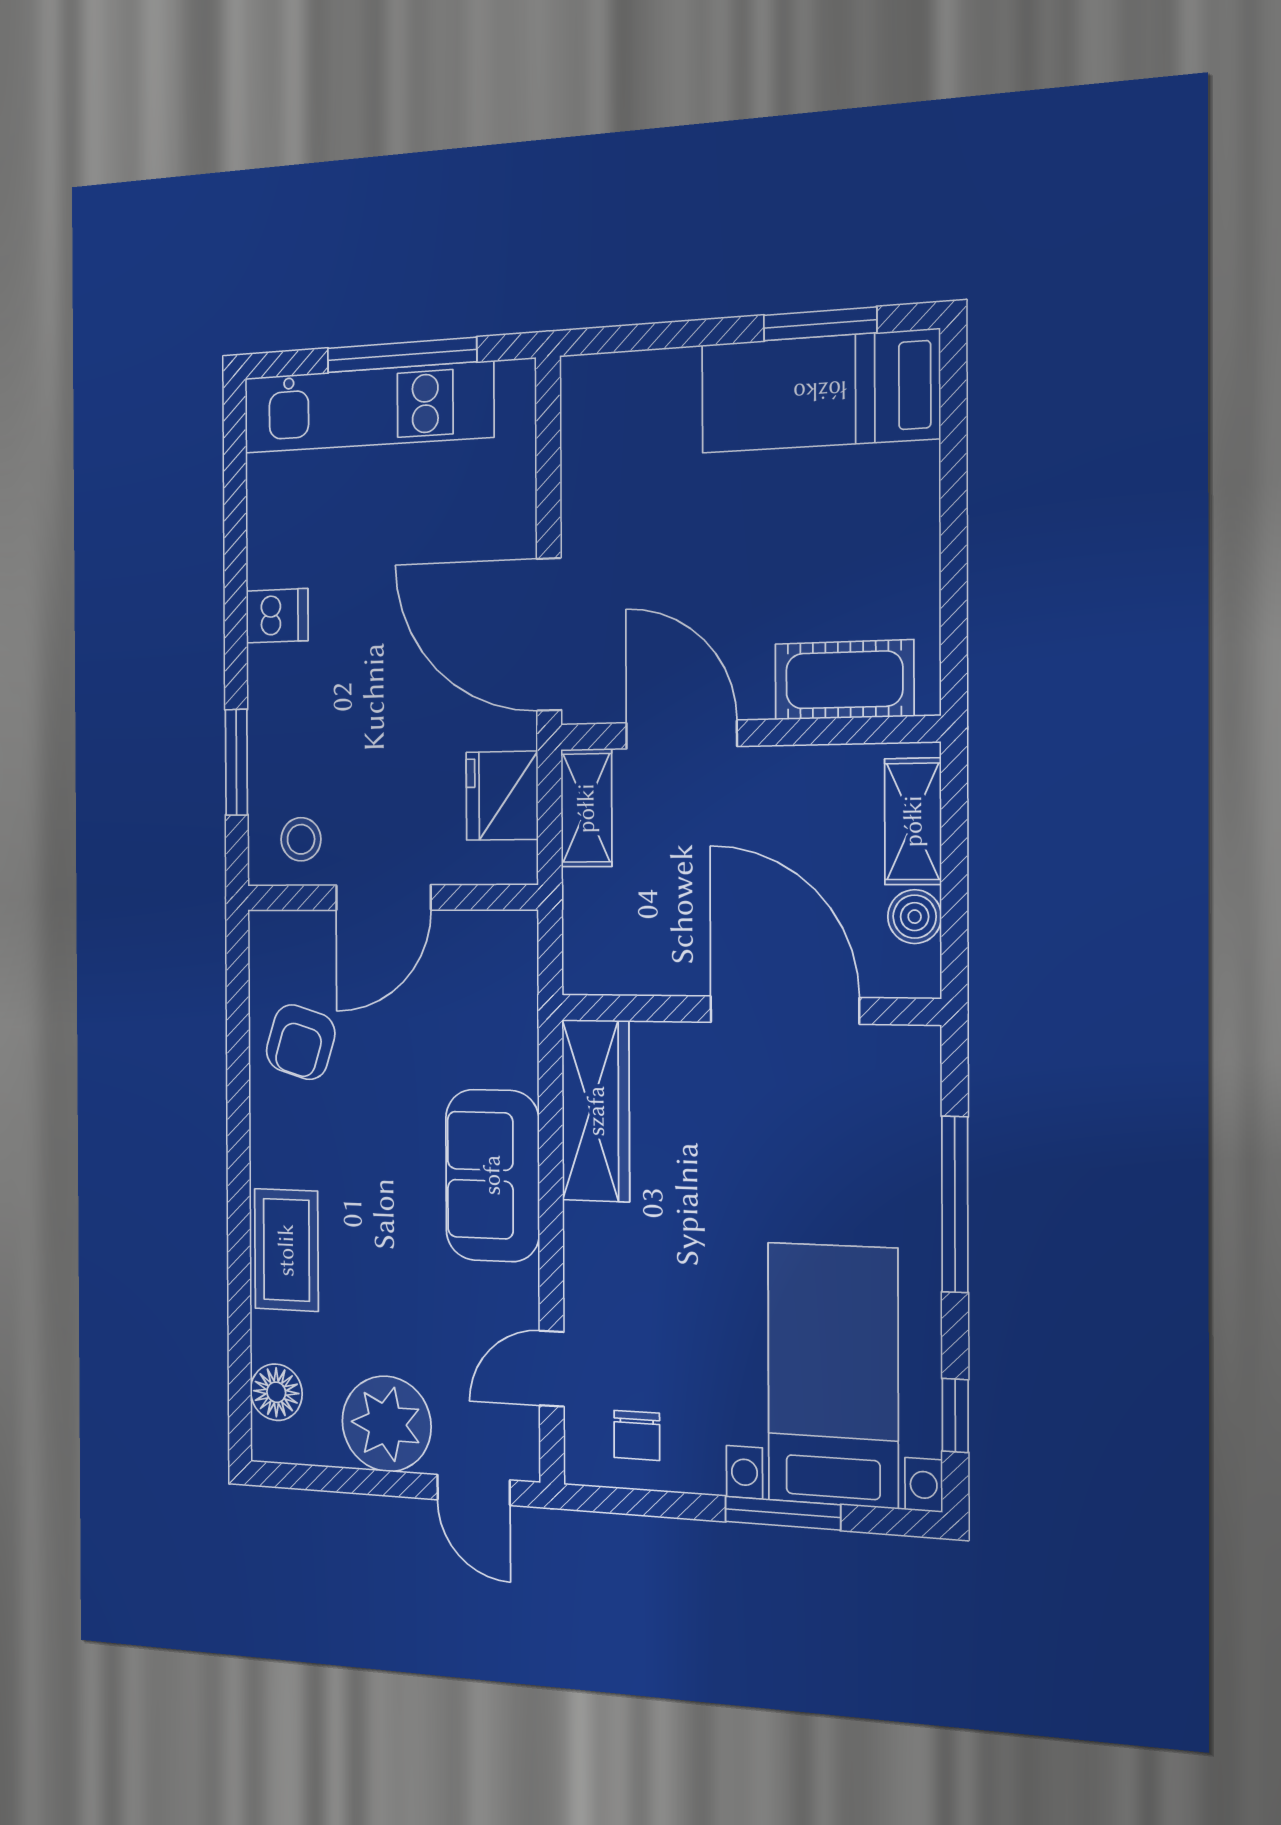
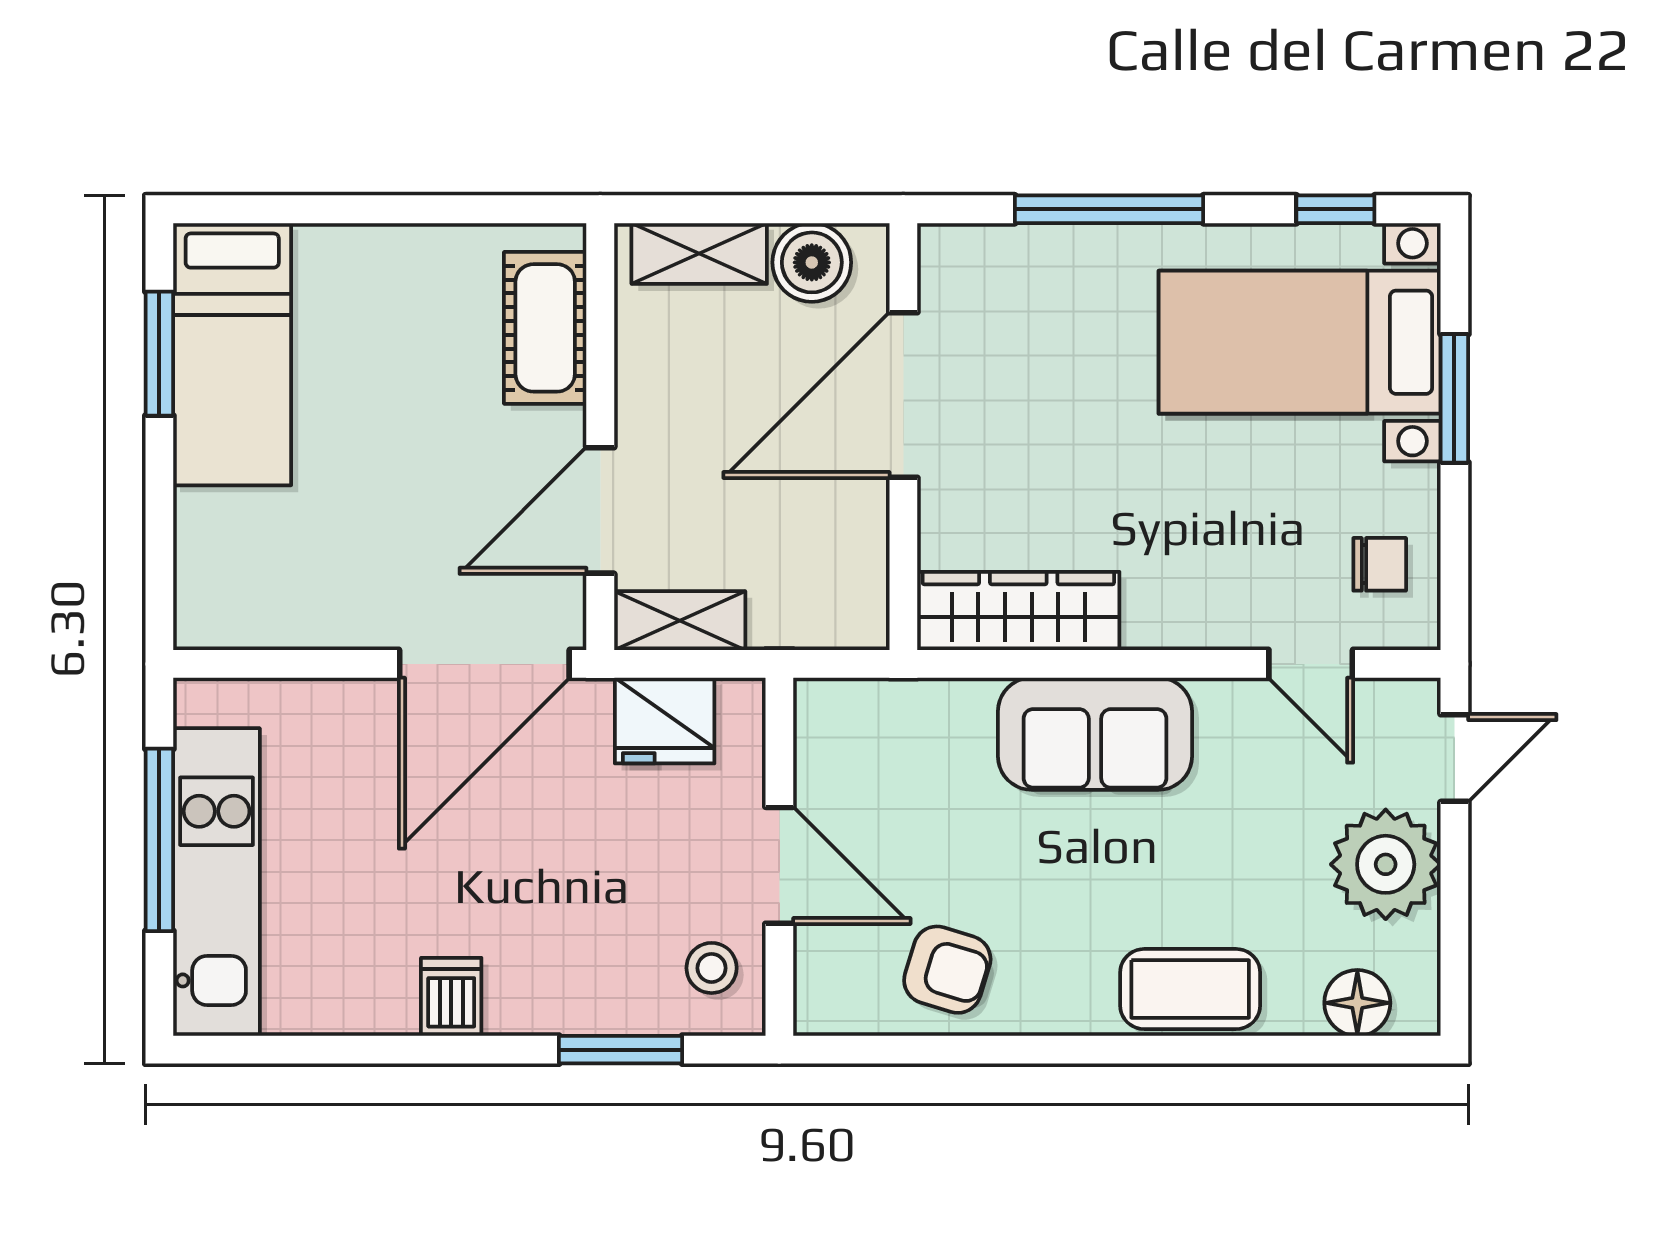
boiler: (915, 917) -> (812, 262), width x1.36, depth x1.36

